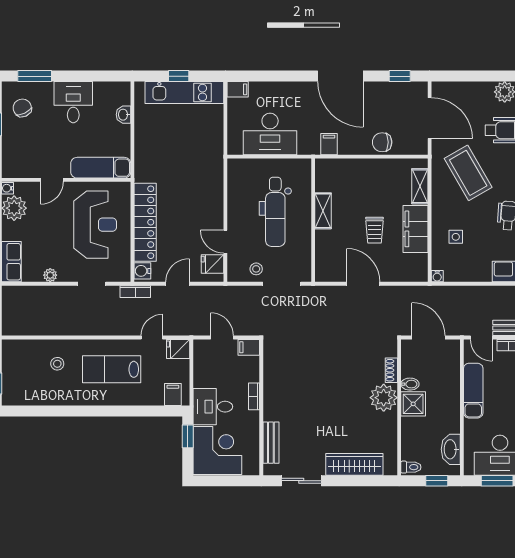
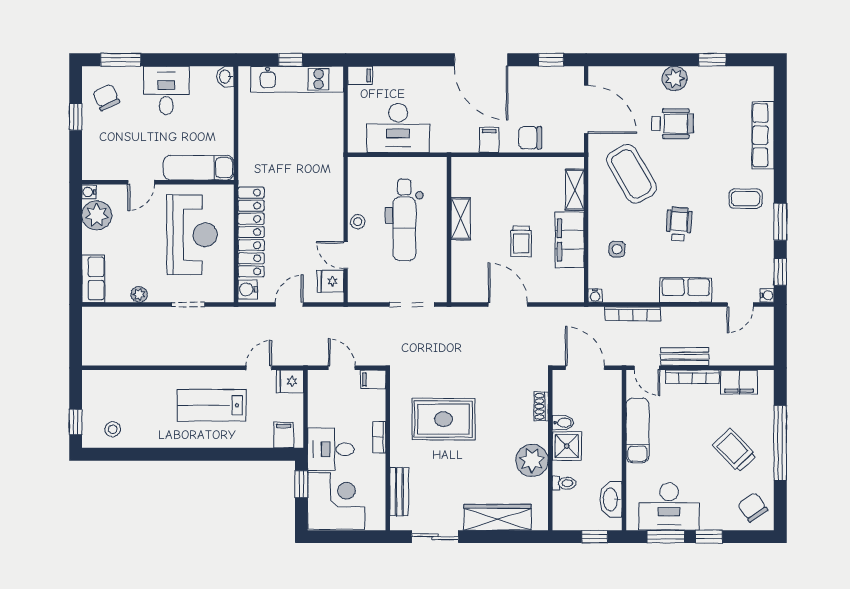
washbasin: (123, 115) -> (225, 77), moved
filing cabinet: (329, 144) -> (489, 140), moved
stool: (256, 269) -> (358, 222), moved
bookcase: (135, 292) -> (633, 314), moved, width x1.56
stool: (57, 364) -> (113, 429), moved
rug: (308, 381) -> (443, 419), added
plant: (384, 398) -> (532, 460), moved
toilet: (411, 467) -> (564, 483), moved

